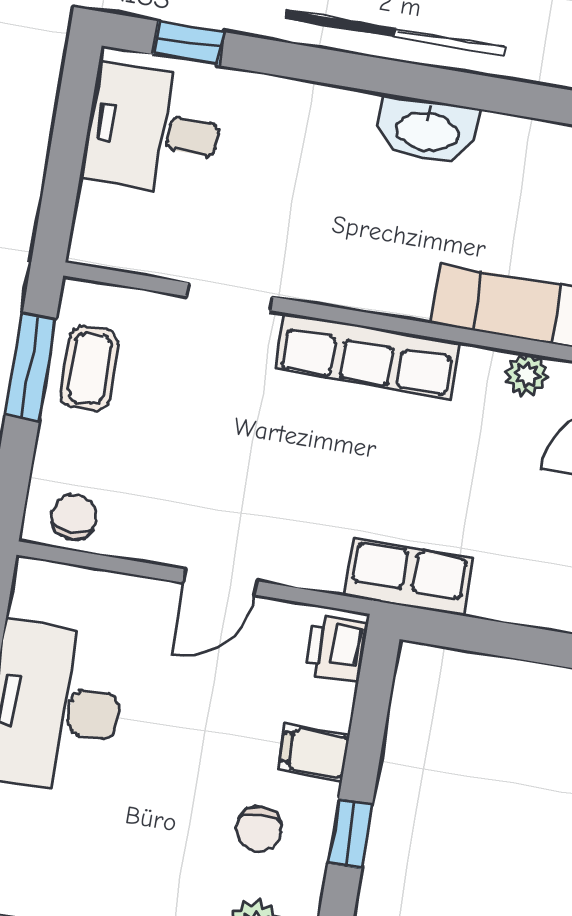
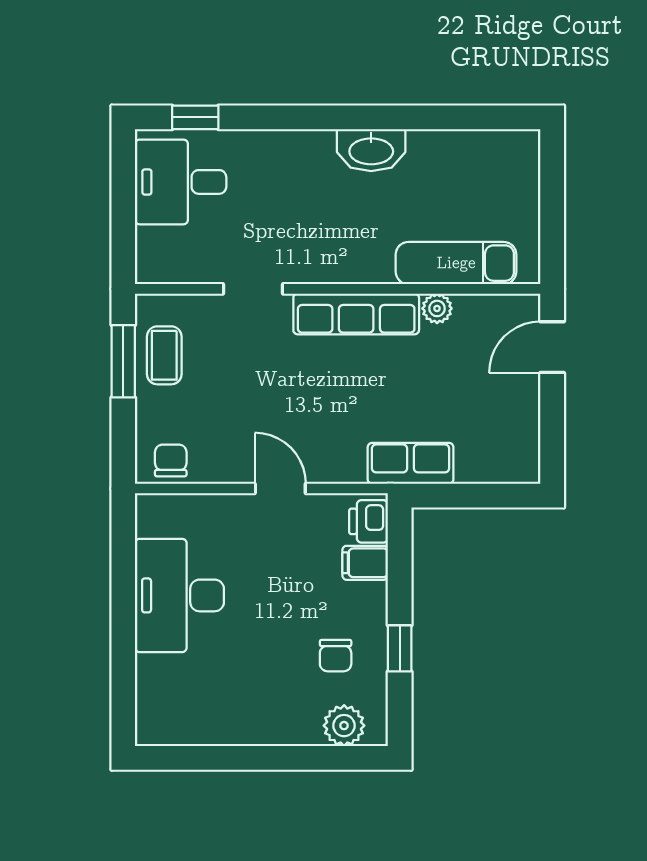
plant: (527, 374) -> (437, 308), moved
door: (221, 582) -> (280, 488), swing flipped
filing cabinet: (314, 752) -> (365, 563), moved

